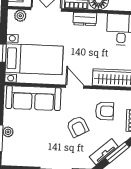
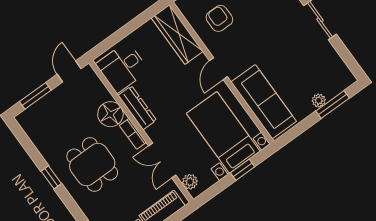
dresser: (85, 19) -> (137, 108), width x1.44
armchair: (78, 127) -> (257, 34), removed

